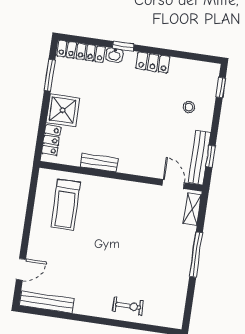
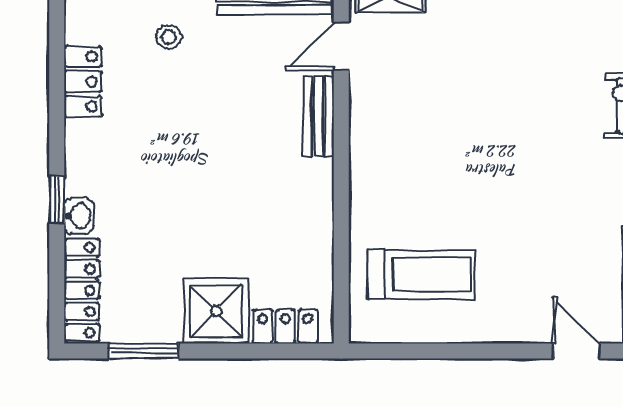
locker: (153, 62) -> (83, 81), moved
bench: (99, 163) -> (319, 117), moved

